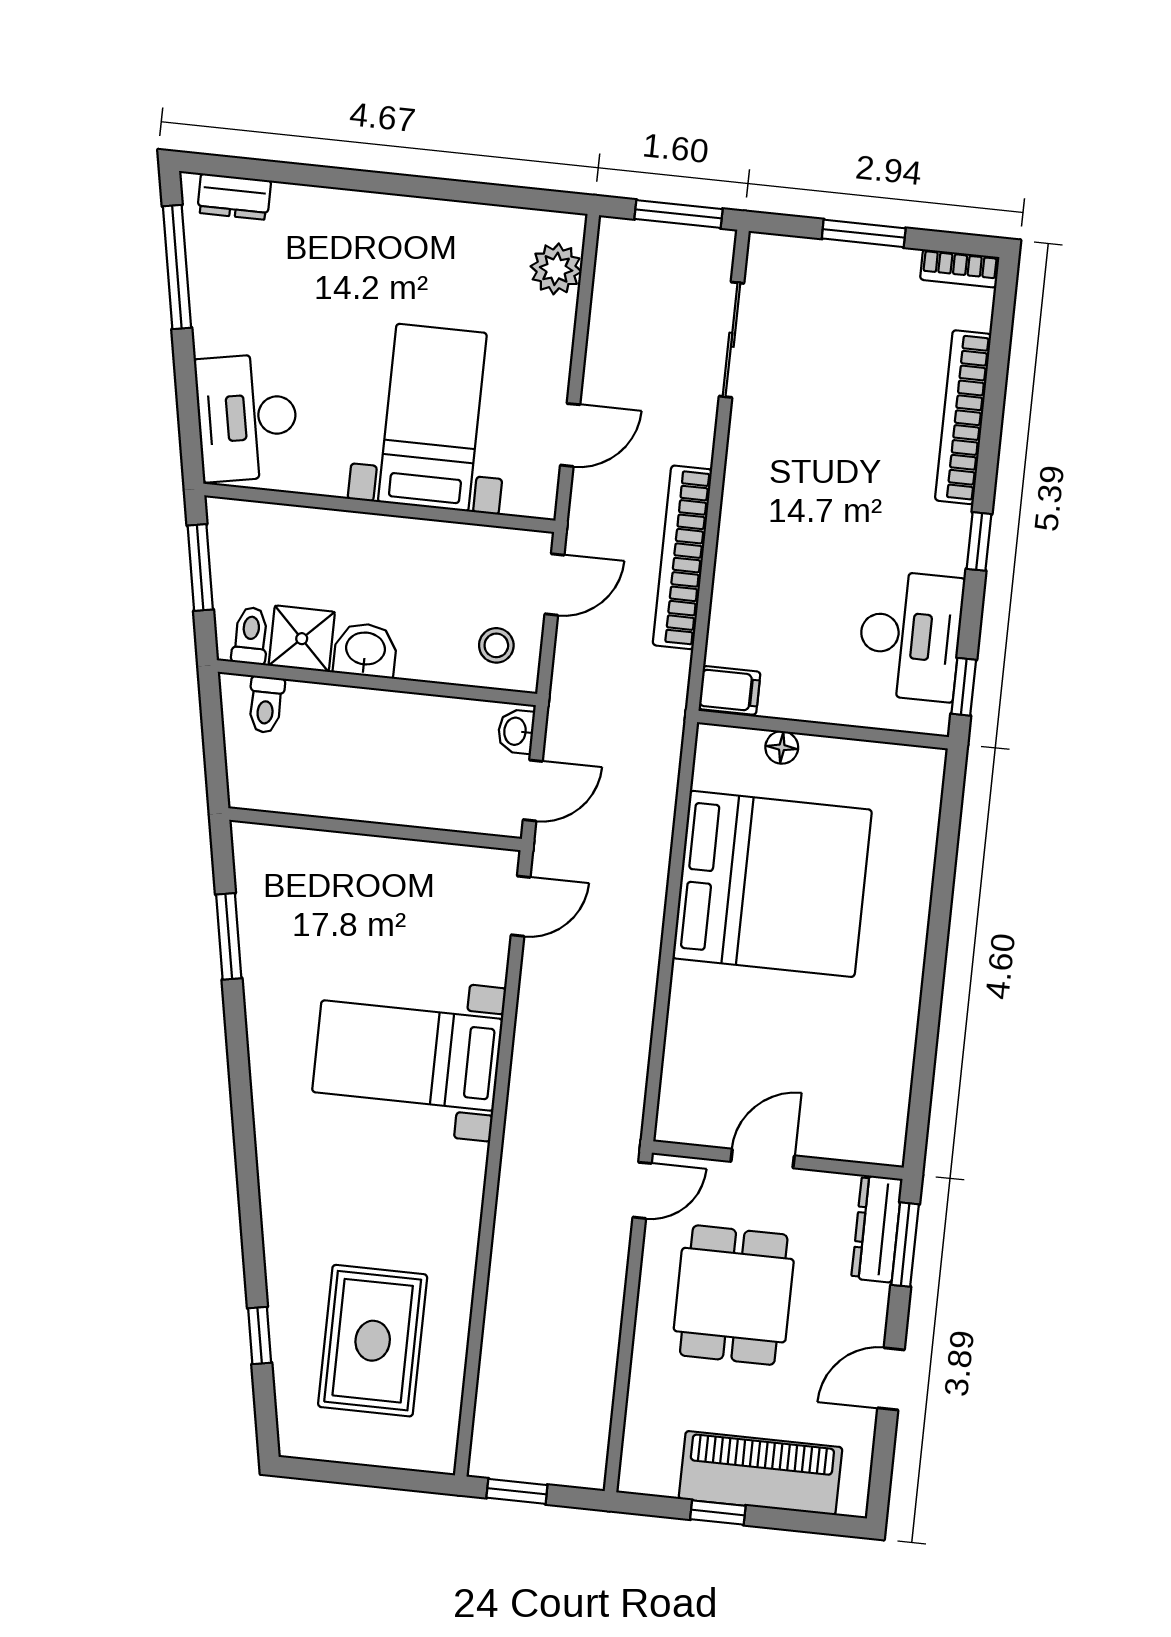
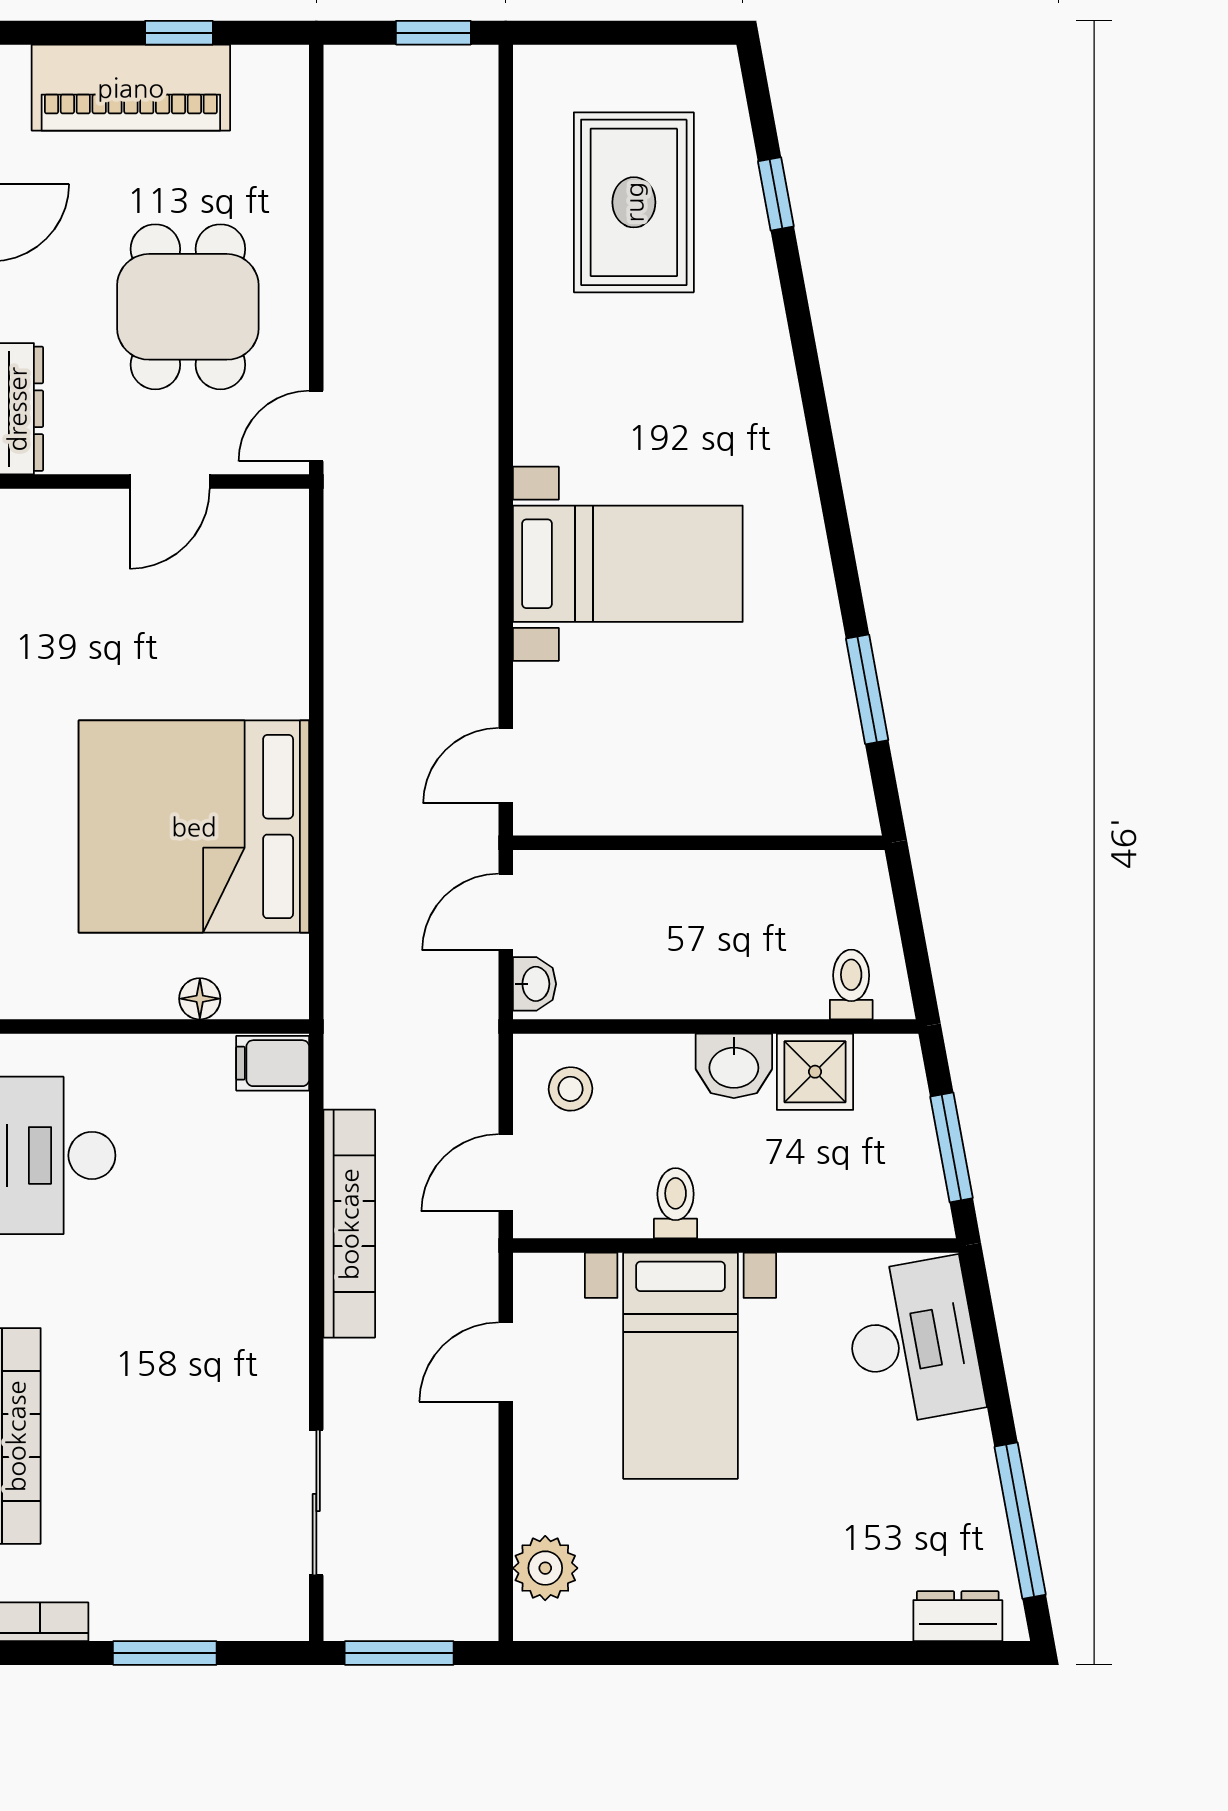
toilet: (250, 636) -> (676, 1203), moved, turned 180

